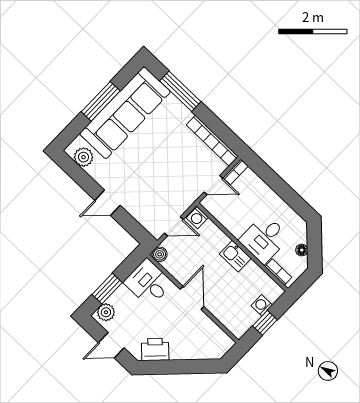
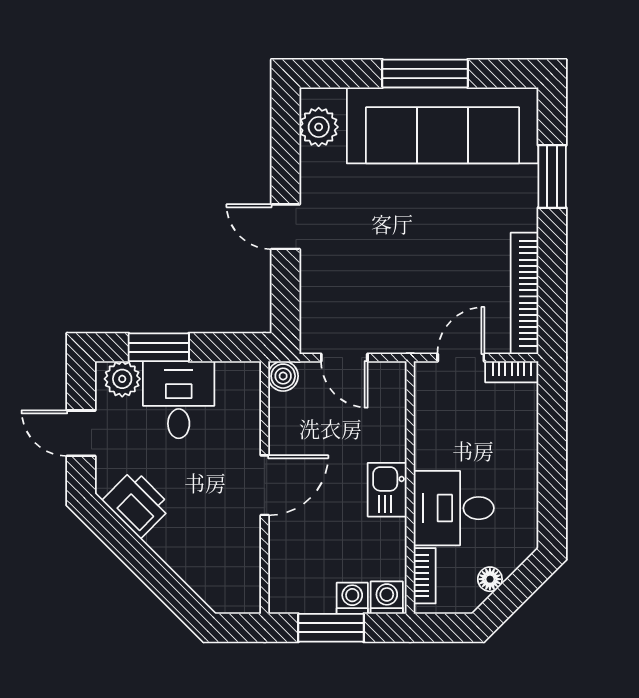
window: (180, 91) -> (552, 177), width x0.69
door: (213, 185) -> (461, 358), swing flipped
washing machine: (197, 218) -> (387, 598), moved, turned 90
desk: (148, 283) -> (179, 400), moved
window: (265, 323) -> (331, 628), width x1.50

